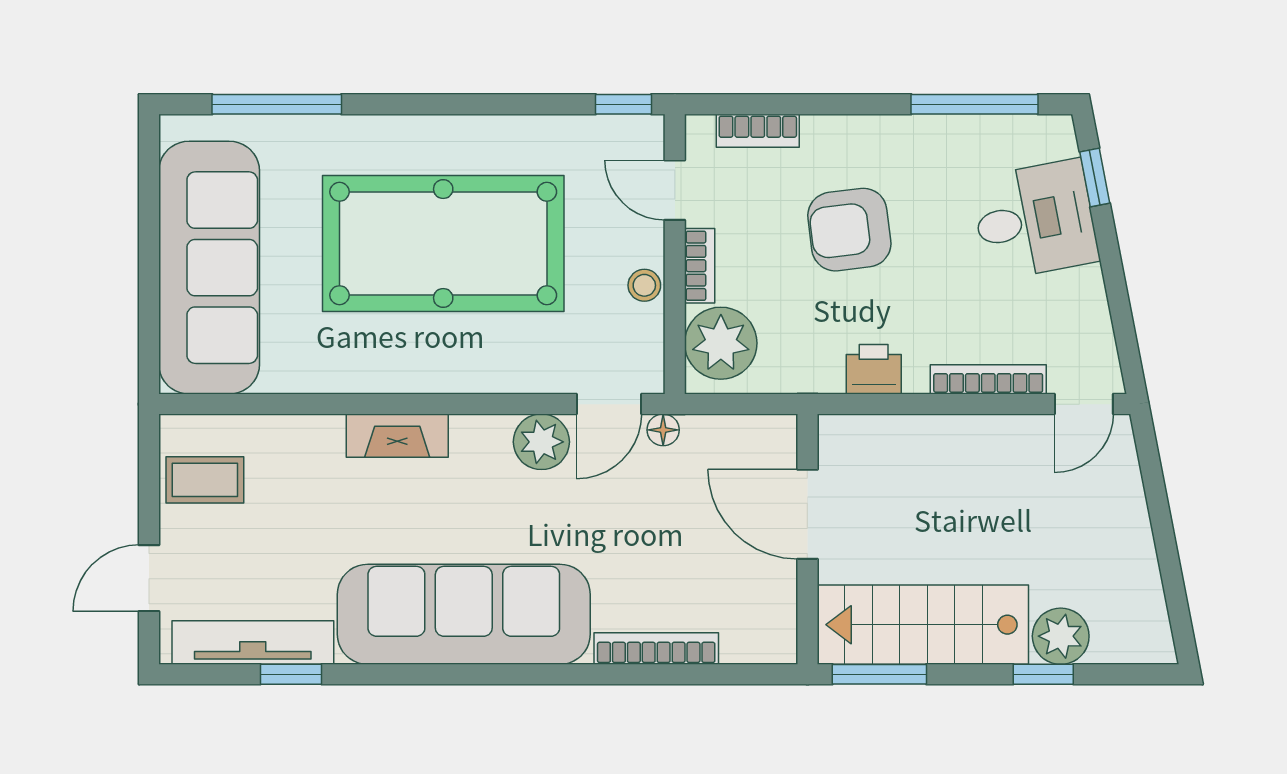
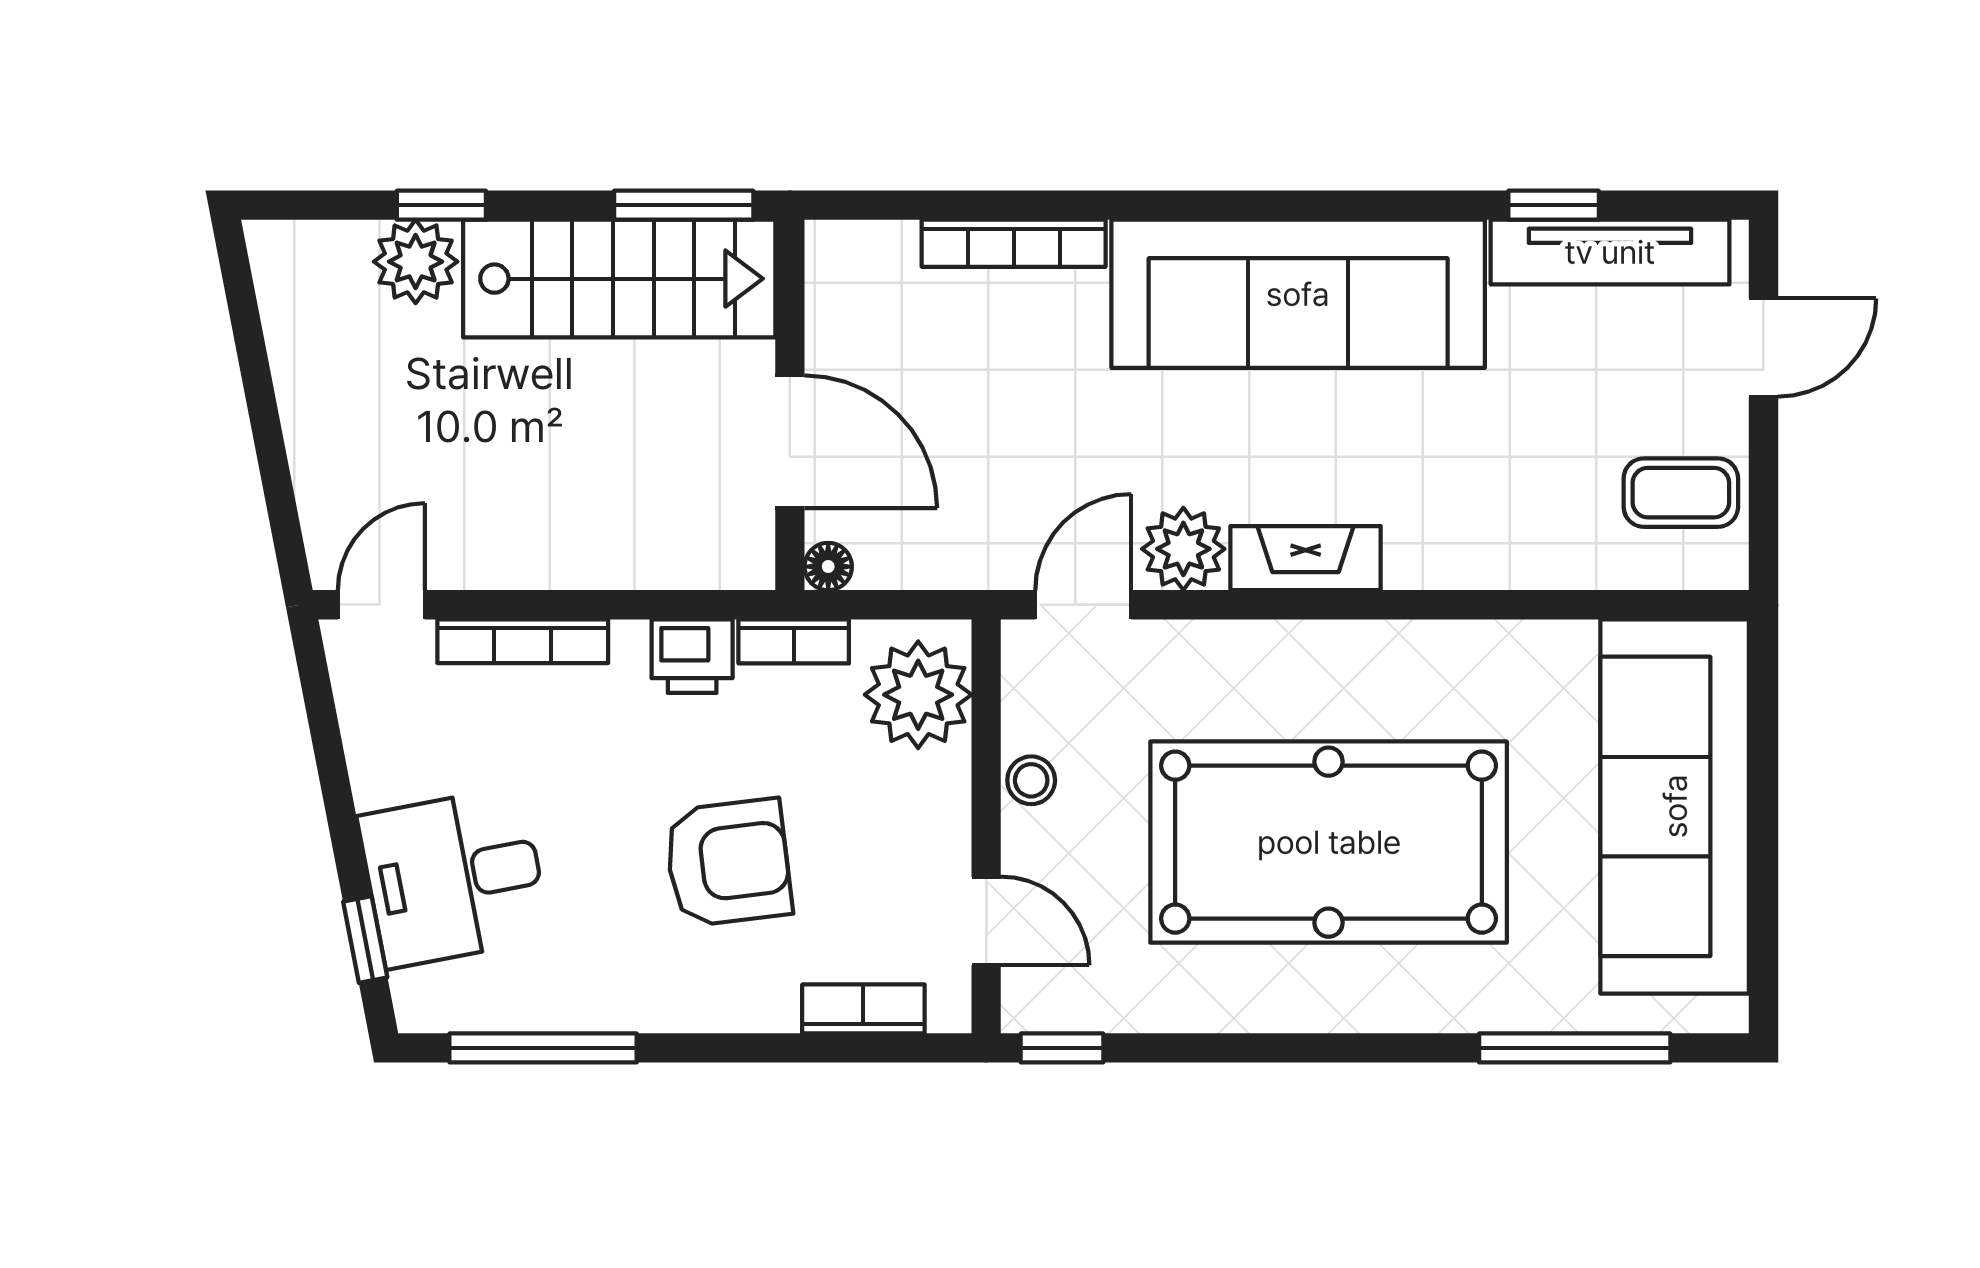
bookcase: (700, 266) -> (794, 641), moved, turned -90
floor lamp: (663, 430) -> (828, 567), moved
fireplace: (397, 436) -> (1306, 558), moved

